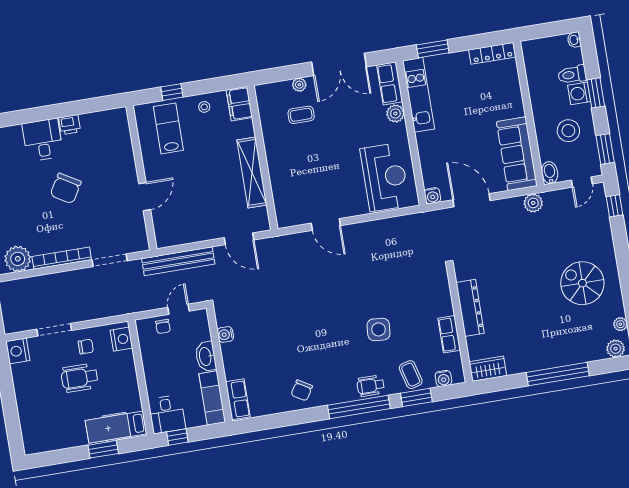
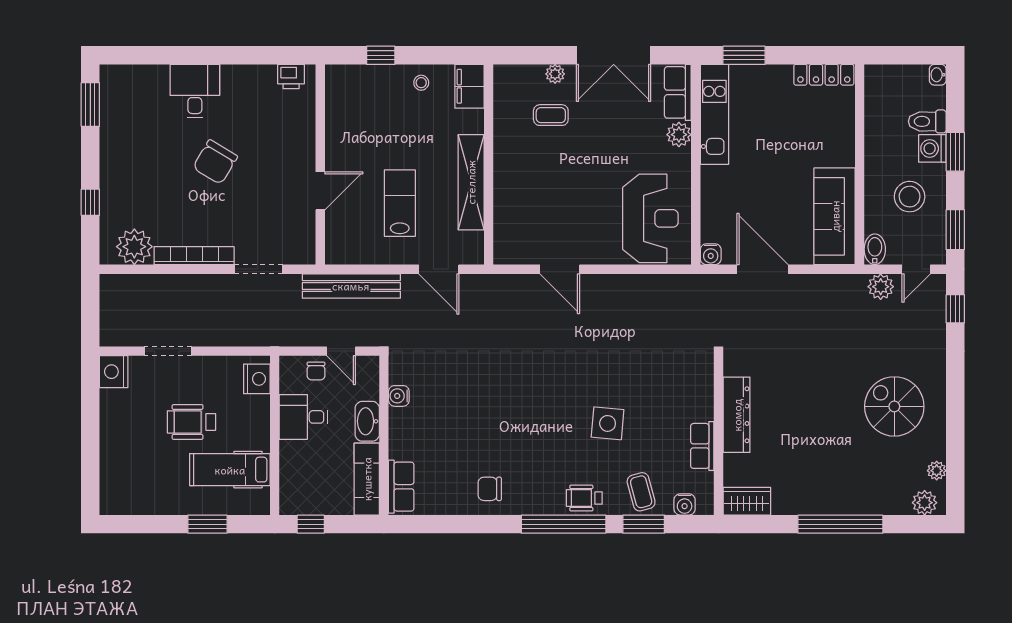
printer: (70, 125) -> (291, 77), moved
lab bench: (168, 128) -> (400, 203), moved
plant: (533, 203) -> (881, 287), moved
door: (178, 309) -> (341, 351), swing flipped
chair: (86, 347) -> (207, 381), removed
chair: (302, 390) -> (490, 489), turned 59
desk: (167, 414) -> (303, 417), moved, turned 90
hospital bed: (116, 427) -> (230, 470), moved

